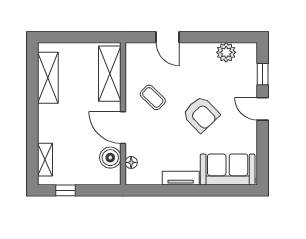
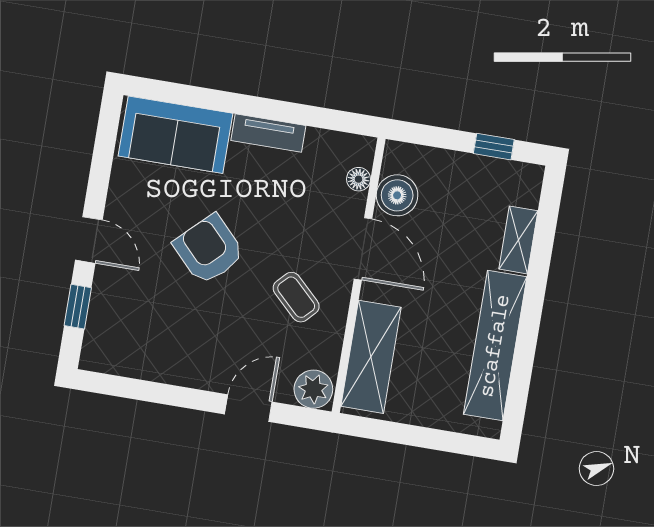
door: (168, 37) -> (248, 408), hinge flipped
plant: (226, 52) -> (313, 389), moved
shelving: (48, 78) -> (495, 346), width x1.47
shelving: (45, 160) -> (518, 240), moved

